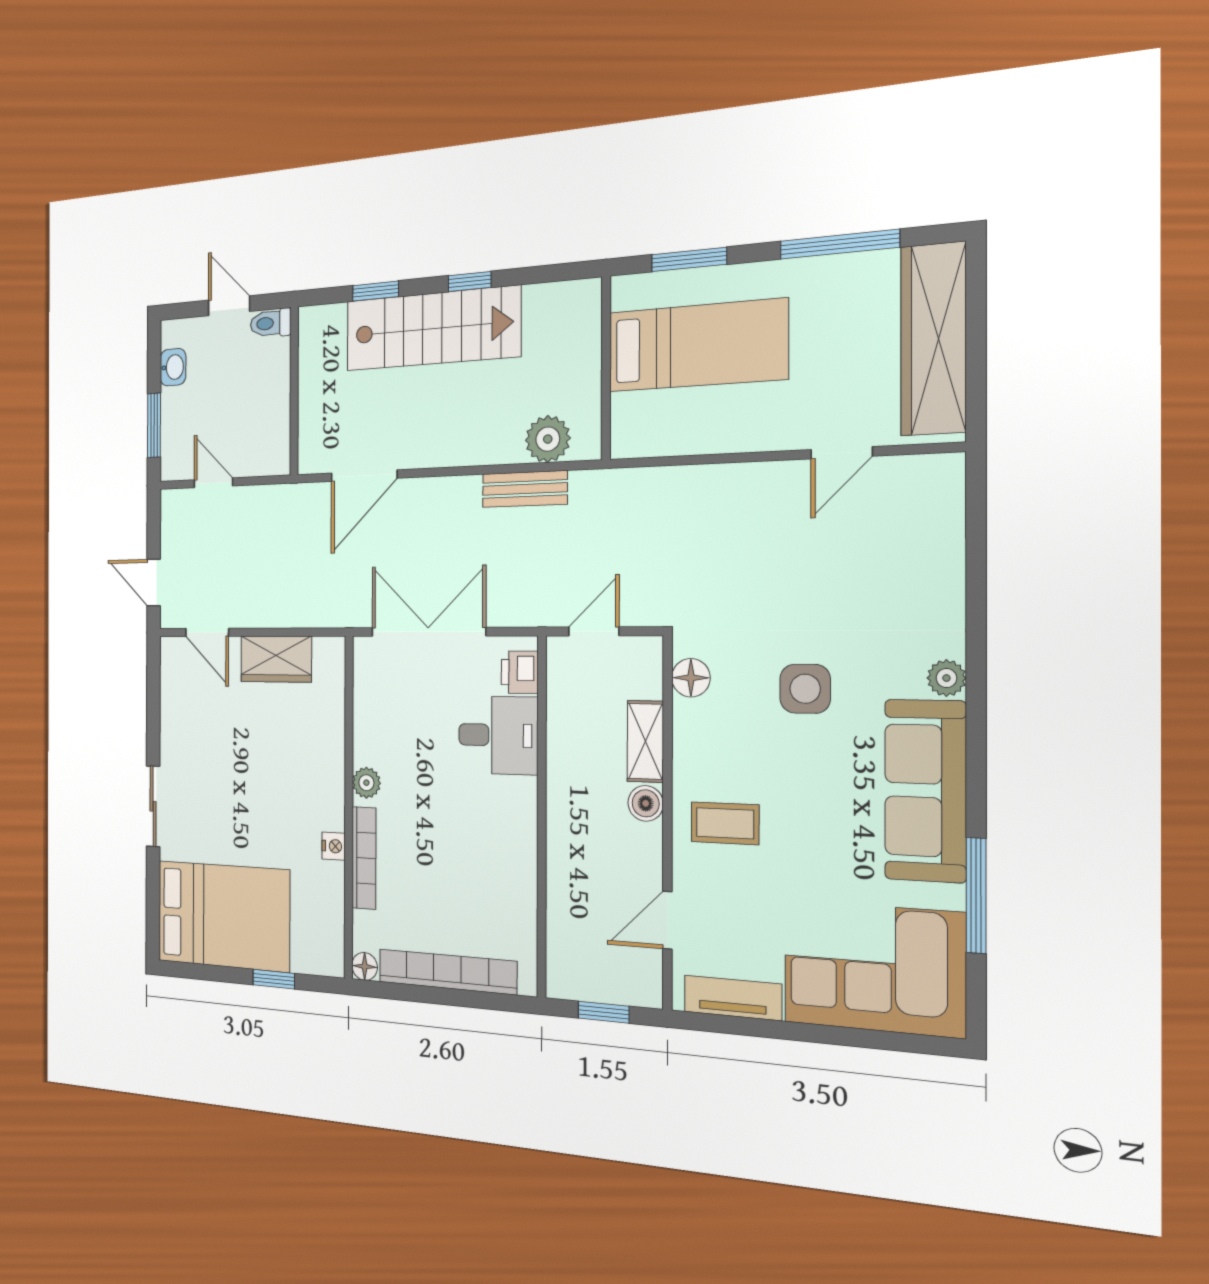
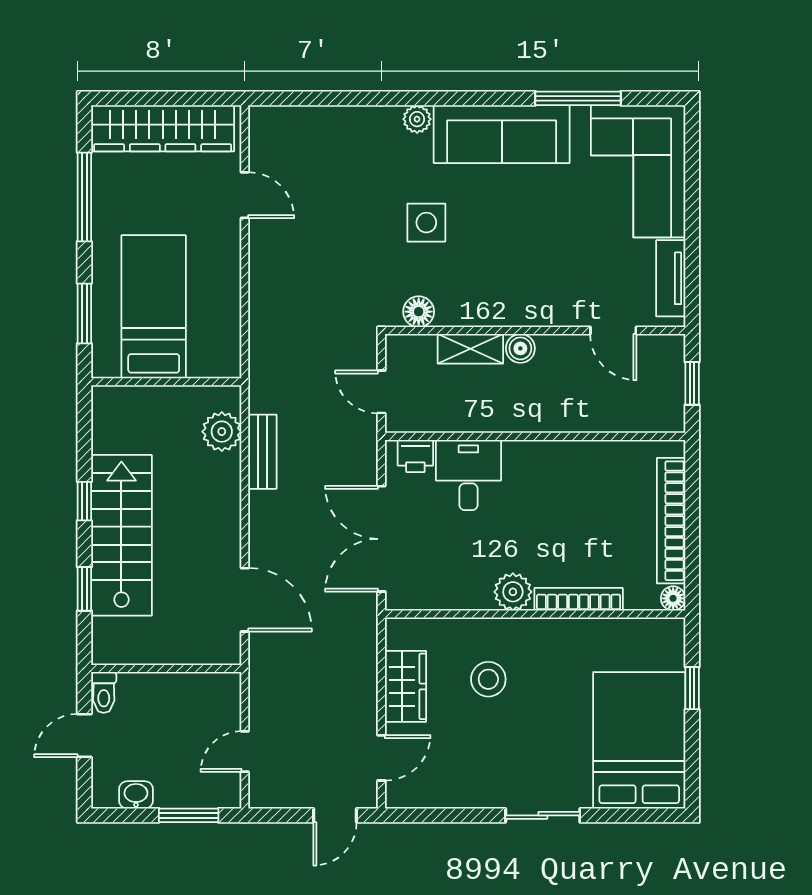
stool: (283, 752) -> (488, 679), added
plant: (366, 783) -> (513, 592), width x1.38, depth x1.38
coffee table: (725, 823) -> (533, 284), removed
nightstand: (334, 846) -> (570, 629), removed

